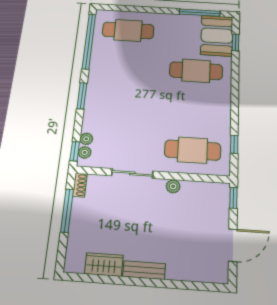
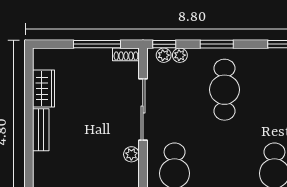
window: (82, 96) -> (217, 44), moved
cafe table: (121, 105) -> (224, 90), added
sliding door: (132, 173) -> (143, 109), width x1.37

